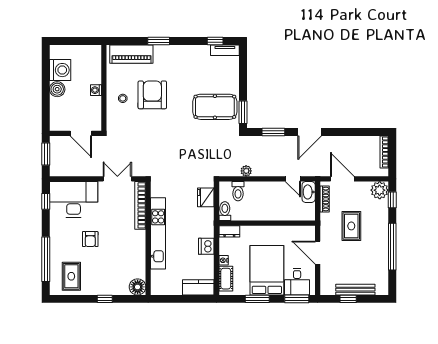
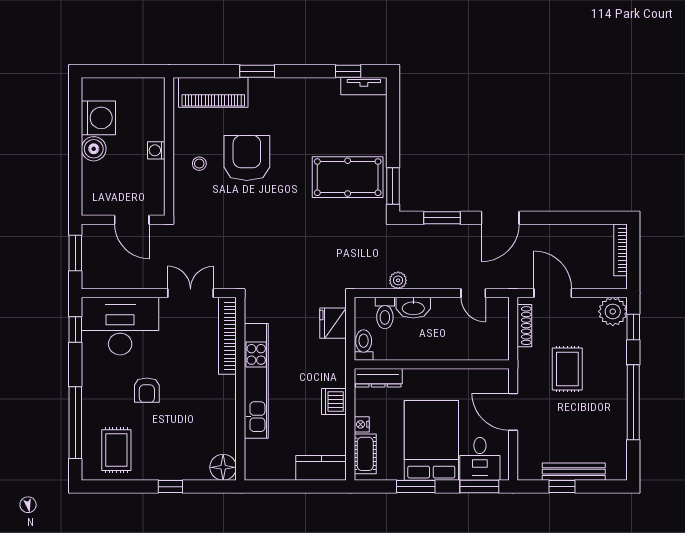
washbasin: (309, 192) -> (413, 308), moved, turned -90
dresser: (229, 231) -> (378, 378), width x1.44

